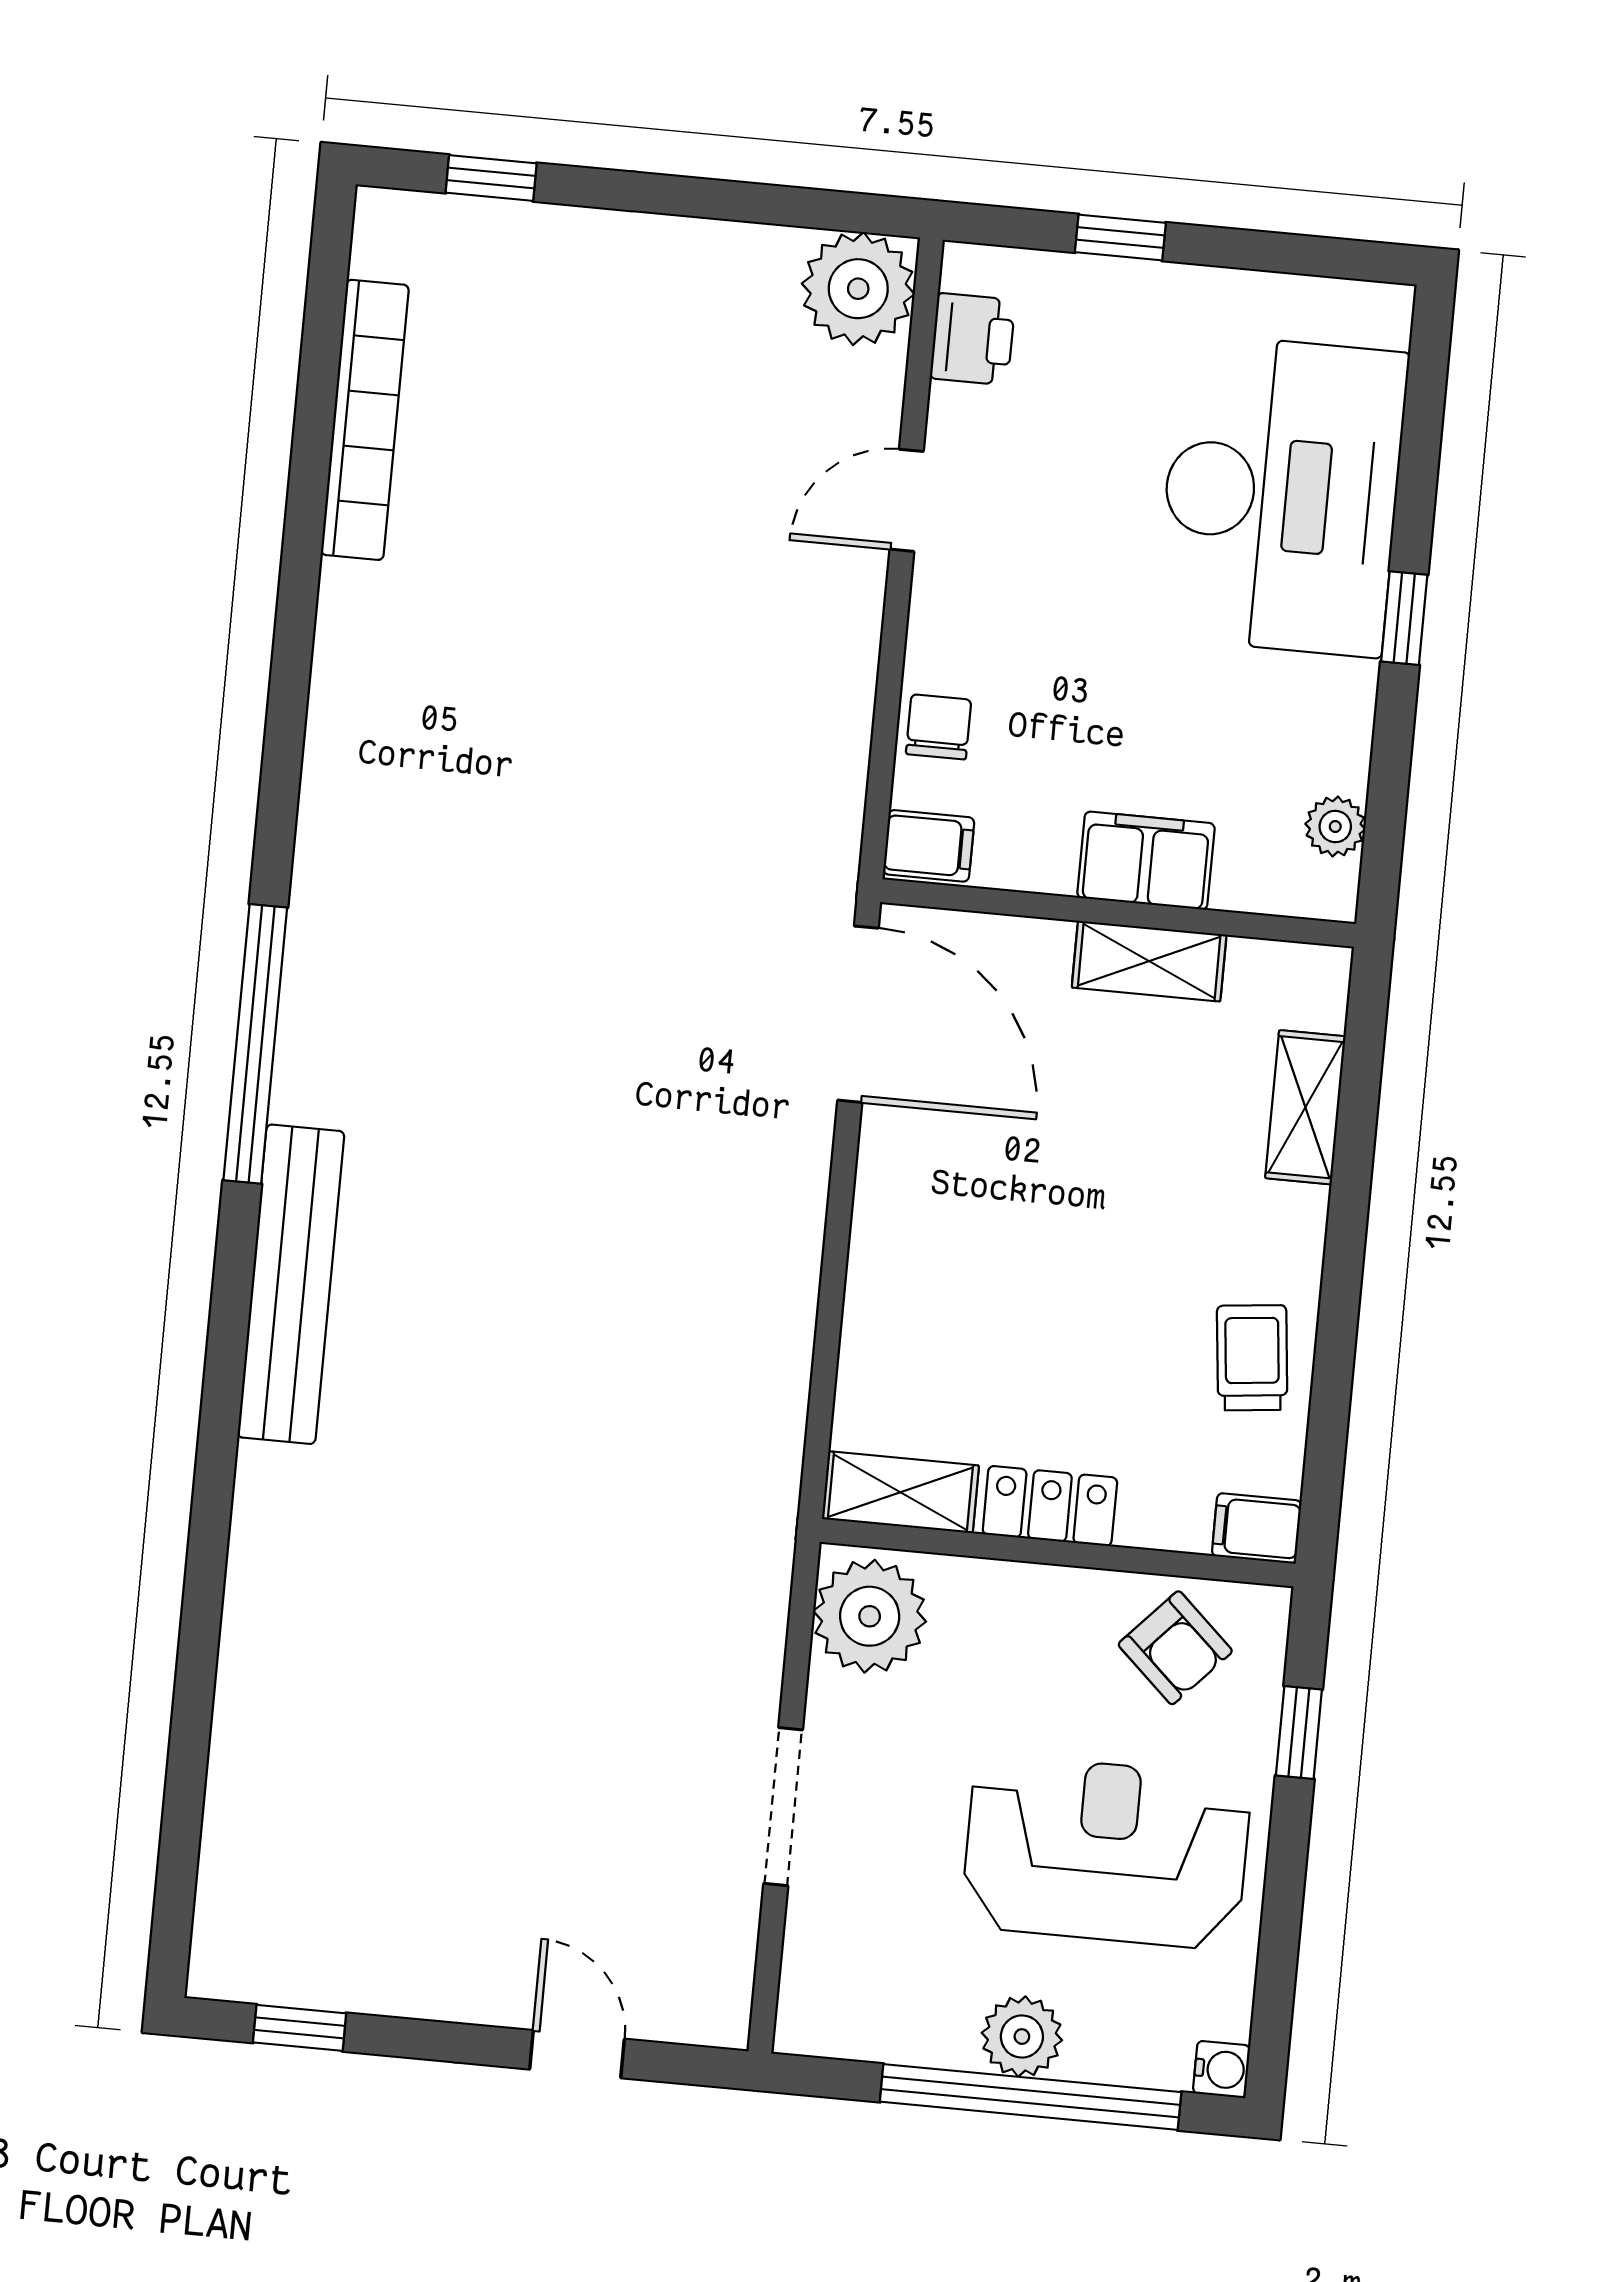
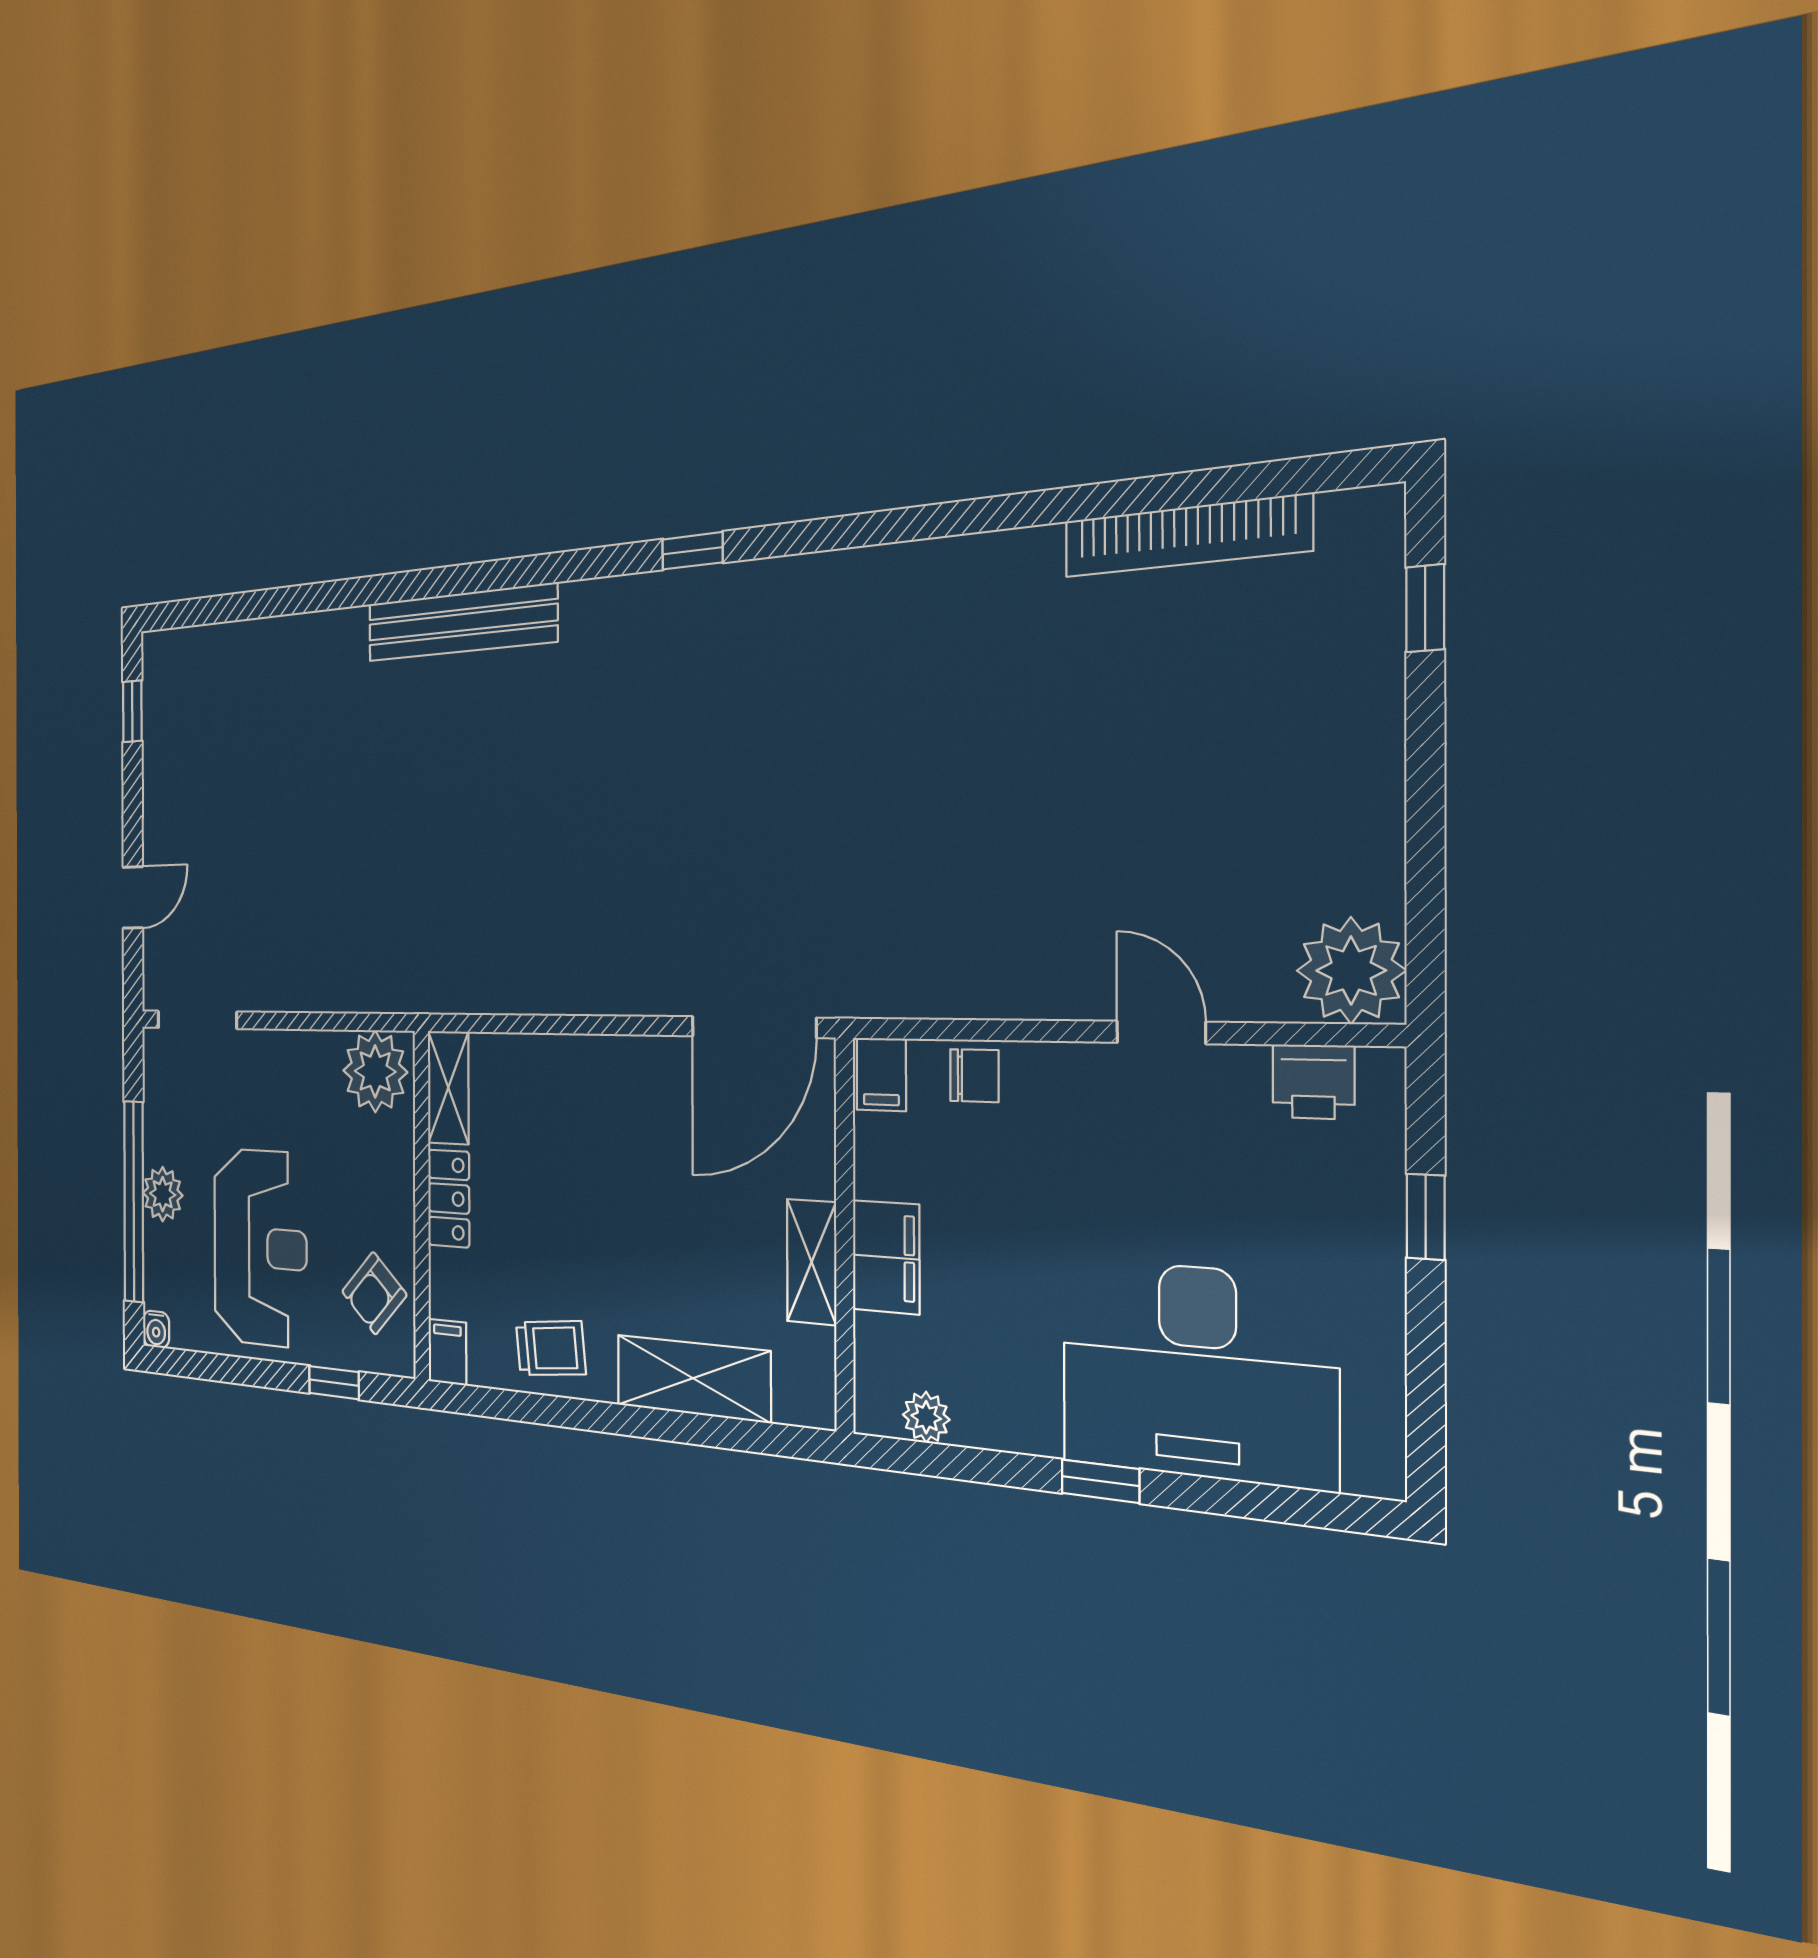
window: (255, 1044) -> (692, 551), width x0.32
shelving: (1305, 1107) -> (693, 1378), width x1.50, depth x1.33
bench: (291, 1284) -> (461, 623), moved
doorway: (783, 1807) -> (197, 1020), moved

